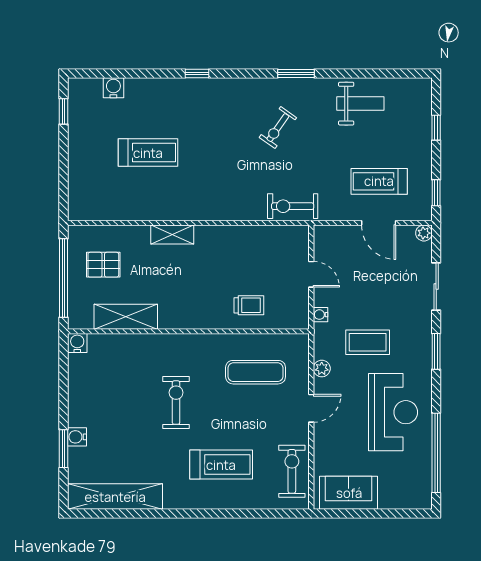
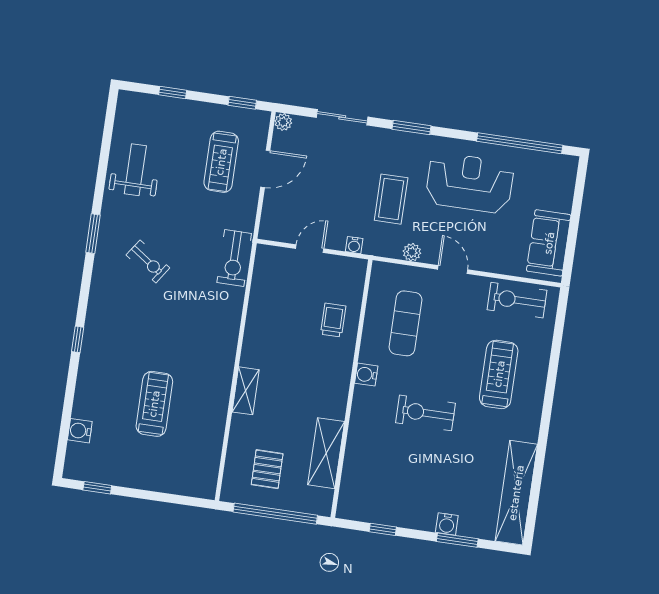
water cooler: (77, 343) -> (366, 375), moved
window: (64, 379) -> (383, 529), added

